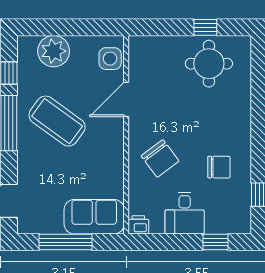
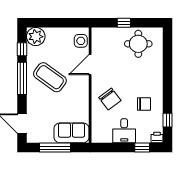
window: (205, 27) -> (124, 23), moved
plant: (54, 51) -> (36, 37), moved
printer: (138, 225) -> (157, 138), moved

